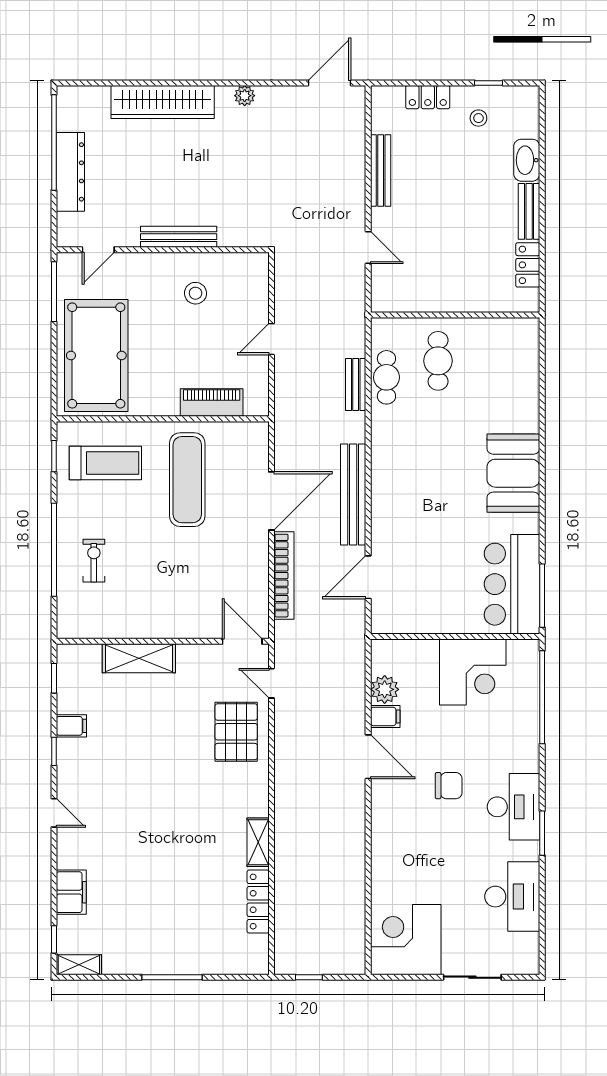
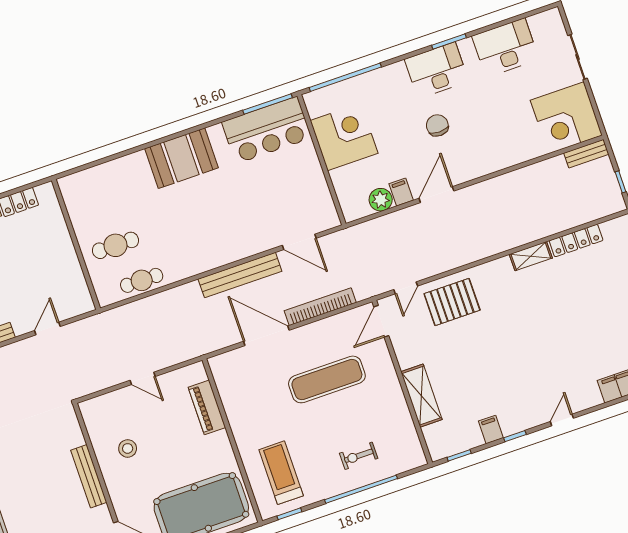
bench: (356, 385) -> (586, 154), moved
exercise mat: (187, 480) -> (327, 379), moved

